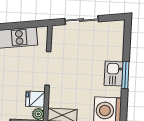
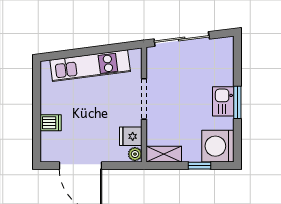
sliding door: (82, 20) -> (182, 39), width x1.37

